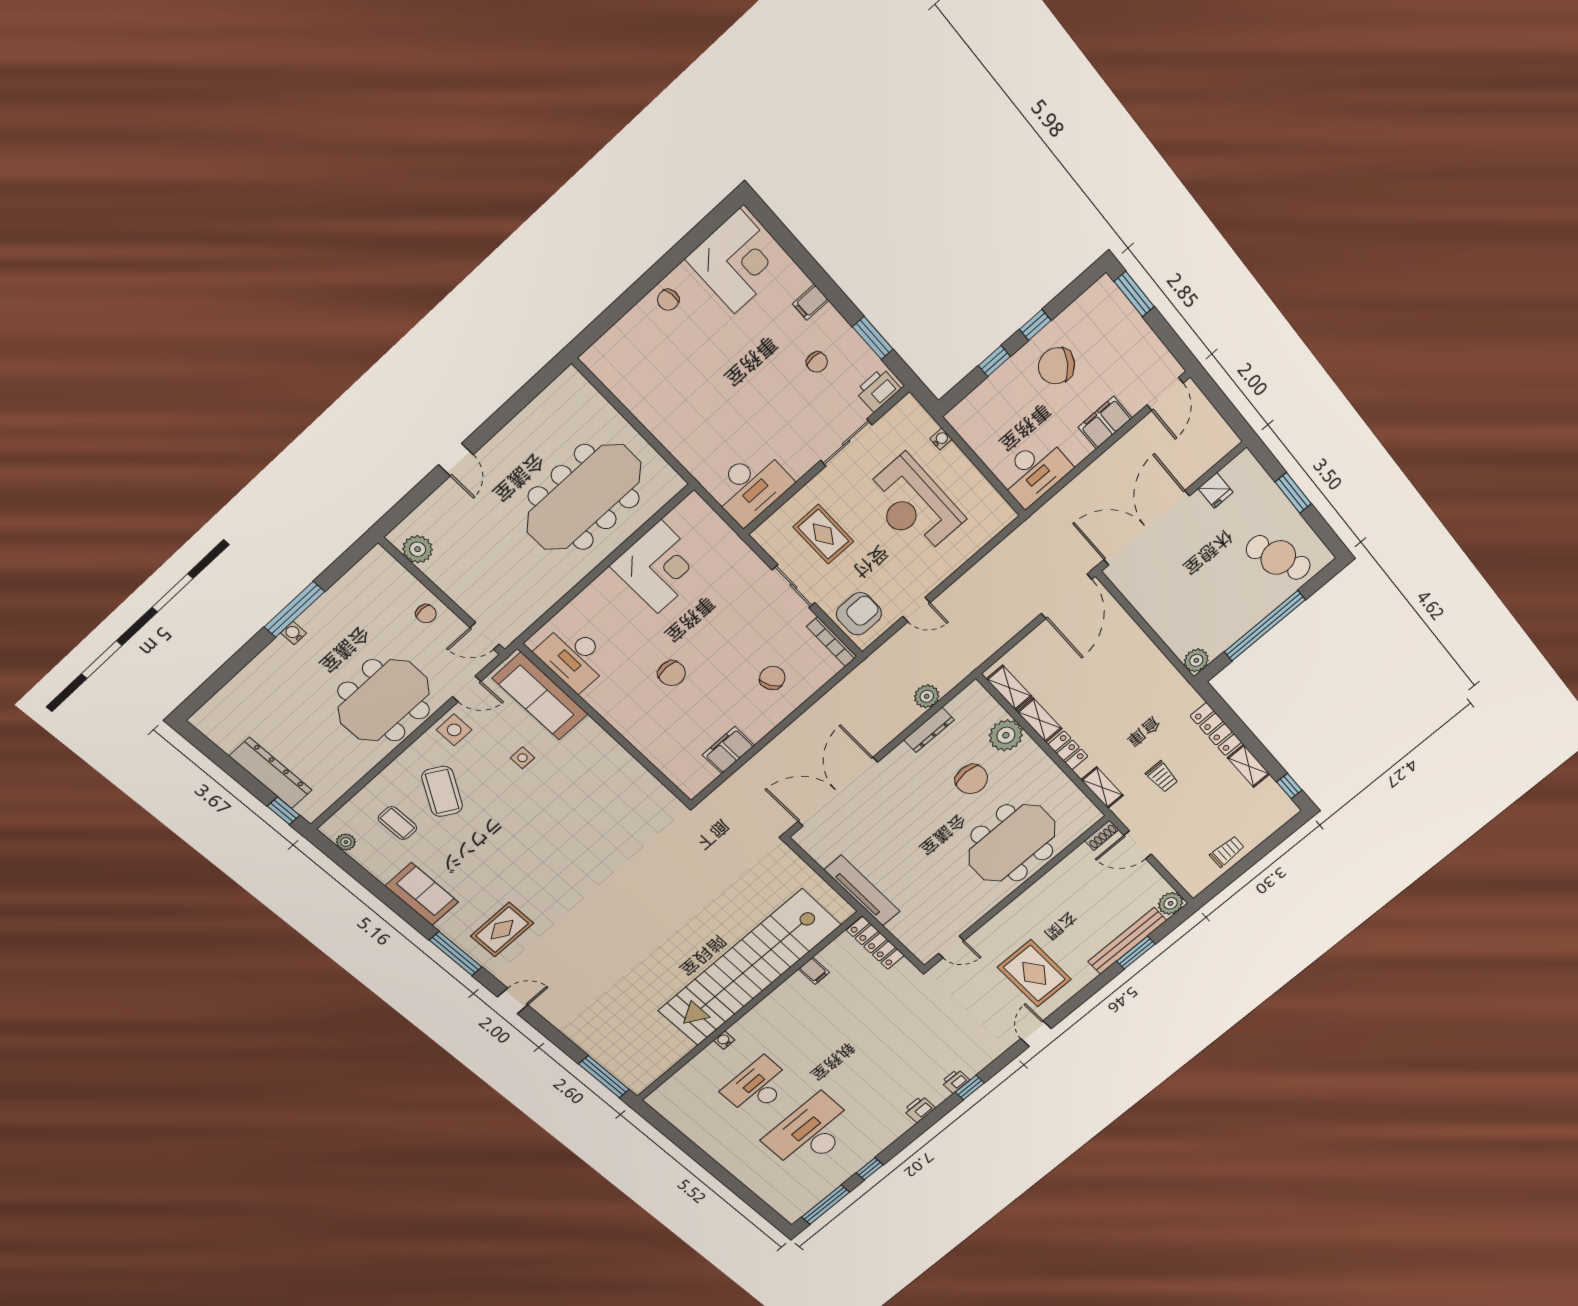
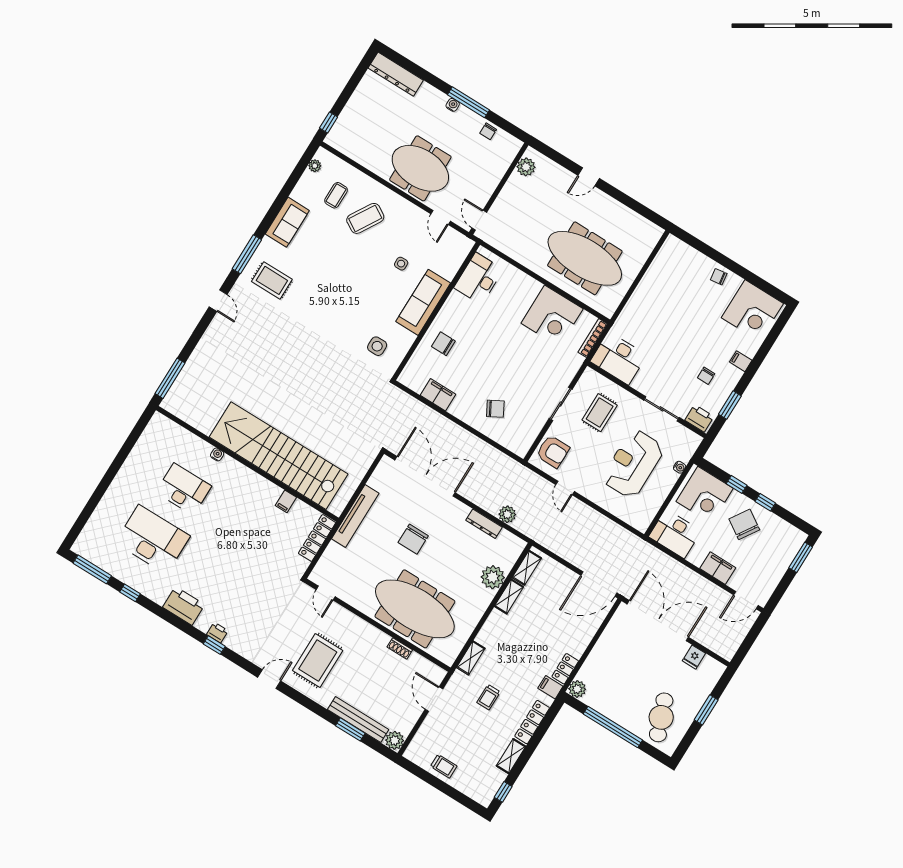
corner desk: (993, 413) -> (705, 495), added
chair: (426, 614) -> (488, 131), moved
bookcase: (832, 642) -> (593, 338), moved
chair: (672, 673) -> (443, 344), moved, turned 90
filing cabinet: (1180, 695) -> (550, 687), added
sofa: (540, 696) -> (423, 302), moved
side table: (454, 730) -> (377, 346), moved
locker: (1068, 750) -> (565, 669), moved, turned 180
dresser: (271, 773) -> (396, 74), moved, turned 90
chair: (972, 779) -> (413, 539), moved
shoe rack: (1102, 835) -> (400, 648), moved
meeting table: (1012, 843) -> (415, 609), width x1.36
printer: (919, 1109) -> (184, 606), width x1.87, depth x1.48

